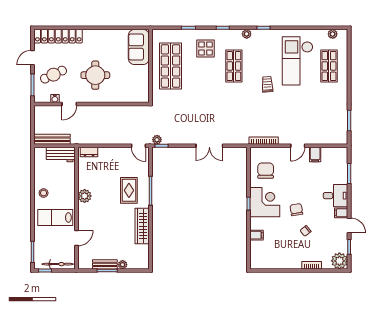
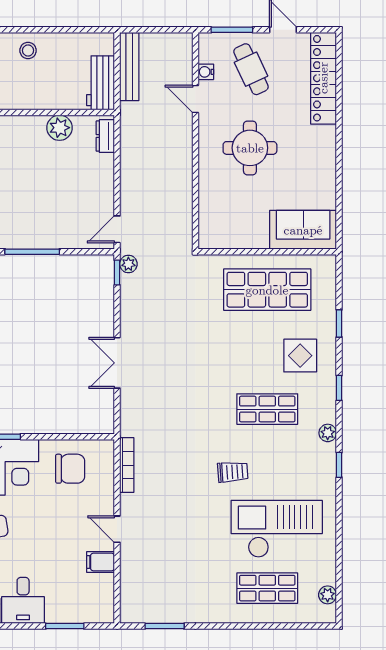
rug: (129, 190) -> (33, 211), removed
plant: (85, 196) -> (59, 128), moved

